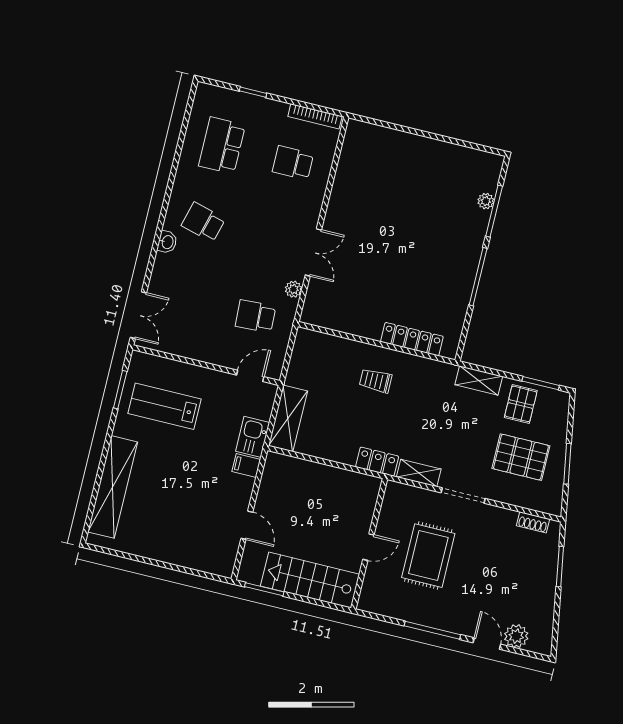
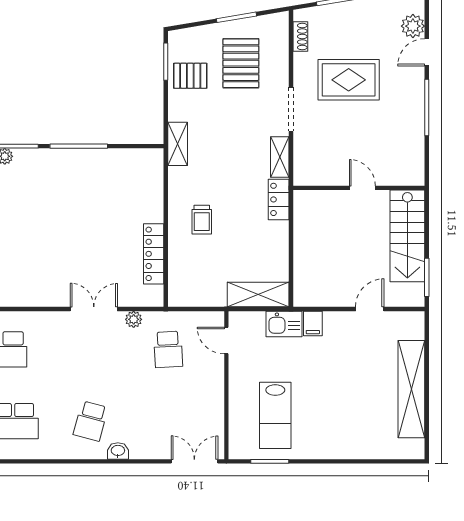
locker: (412, 339) -> (154, 254), moved
shelving: (479, 381) -> (178, 144), moved
shelving: (113, 487) -> (411, 389), moved, turned 90
rug: (428, 556) -> (349, 80), moved

